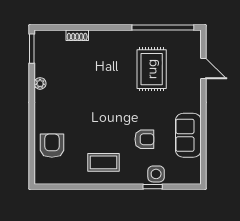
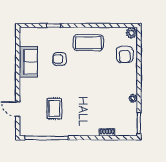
rug: (152, 69) -> (54, 109), width x0.73, depth x0.70
coffee table: (103, 162) -> (88, 43), width x1.36, depth x1.32
side table: (156, 174) -> (51, 34), removed
plant: (42, 176) -> (132, 33), added

